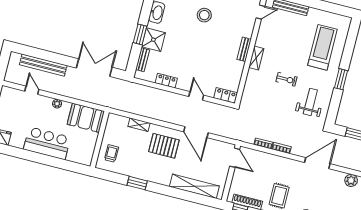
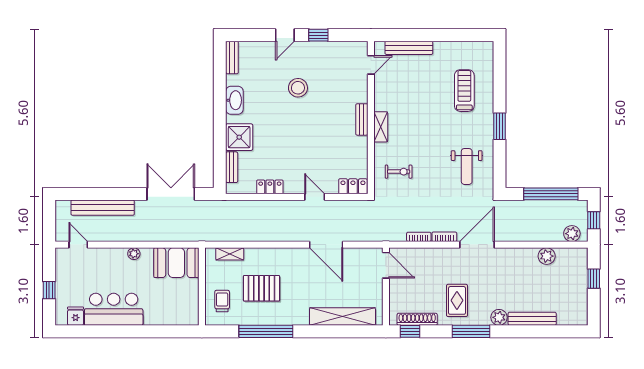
window: (140, 34) -> (220, 135), removed
treadmill: (322, 47) -> (464, 91), width x0.73, depth x0.73
exercise bike: (287, 79) -> (399, 172), moved
door: (32, 90) -> (78, 245), moved
weight bench: (310, 102) -> (467, 166), turned 180
shelving: (139, 125) -> (230, 254), moved
bar counter: (47, 143) -> (114, 309), moved
pallet: (164, 146) -> (262, 288), moved
door: (317, 163) -> (477, 245), moved
window: (137, 183) -> (266, 331), width x2.11

